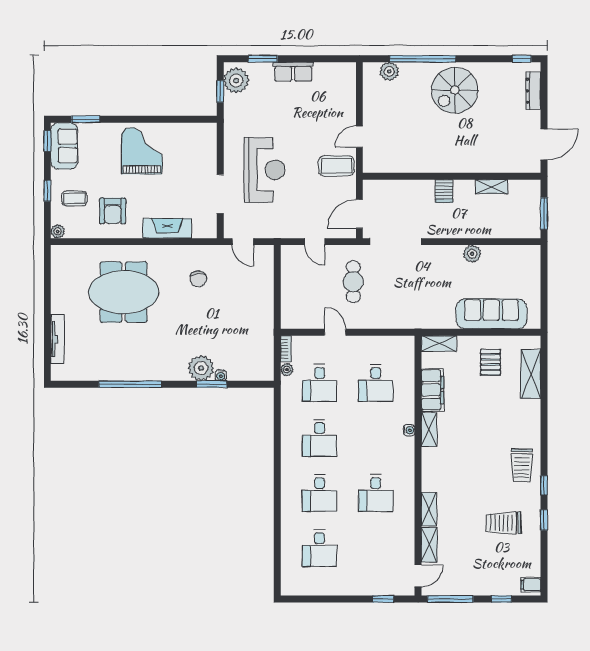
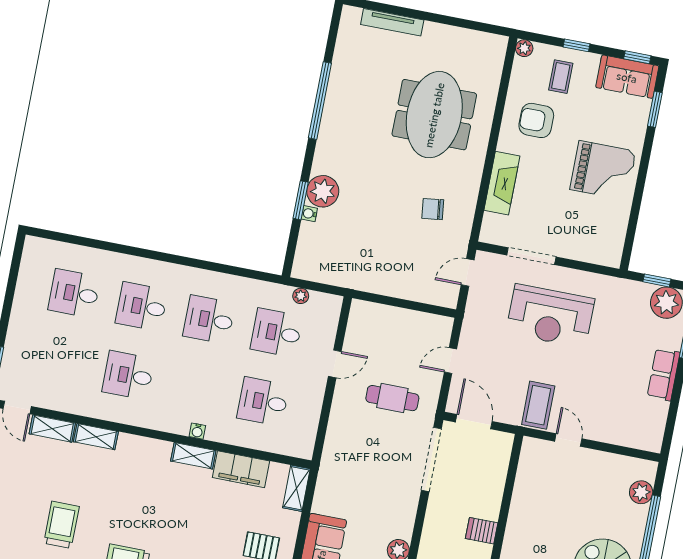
bookcase: (286, 349) -> (326, 300), removed

